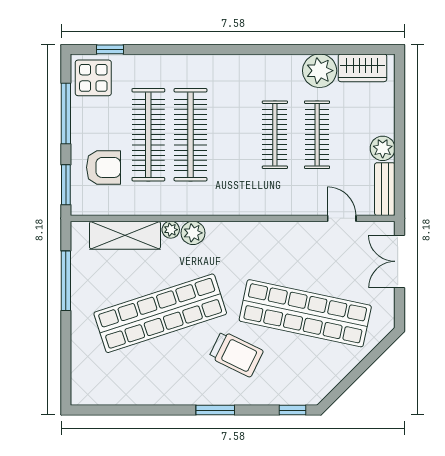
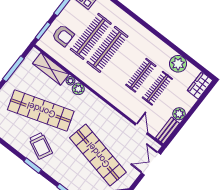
wardrobe: (362, 68) -> (200, 85), moved, turned 90
trolley: (236, 354) -> (41, 146), moved

